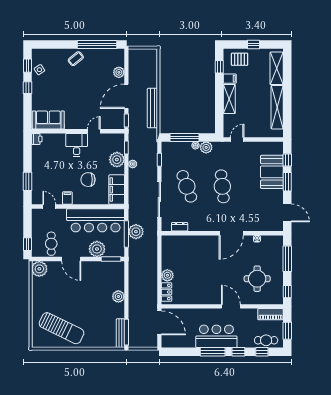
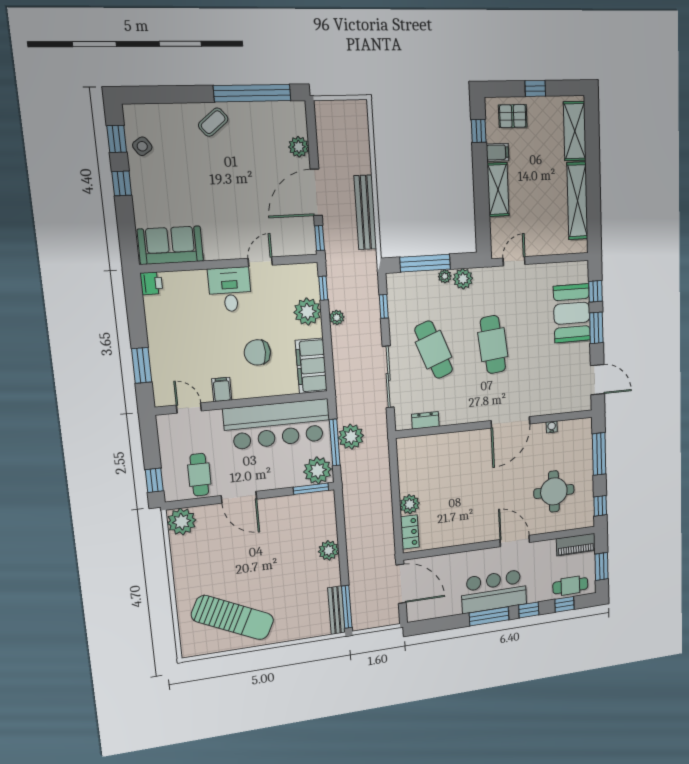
plant: (97, 249) -> (318, 470), moved

